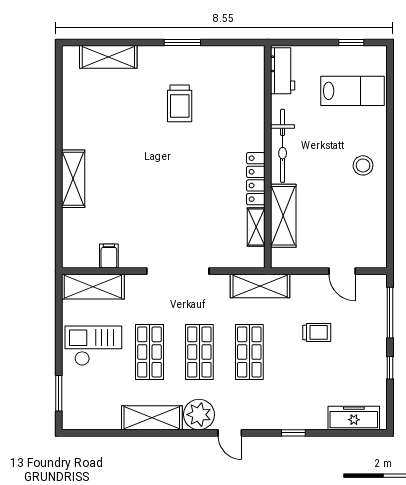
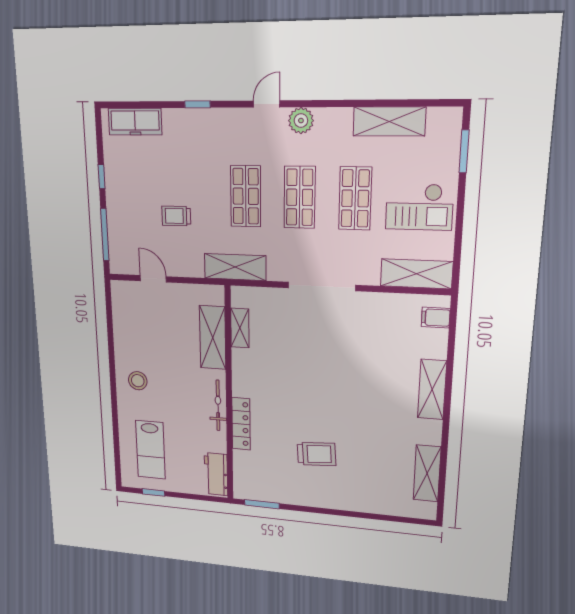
window: (182, 42) -> (262, 504), moved
shelving: (108, 57) -> (427, 473), moved, turned 90
lab bench: (353, 91) -> (150, 450), turned -90
trolley: (180, 103) -> (316, 454), turned 86
bicycle: (283, 146) -> (218, 405), width x0.73, depth x0.71
locker: (256, 179) -> (241, 424), moved
filing cabinet: (109, 256) -> (436, 318), moved, turned 90
plant: (199, 415) -> (301, 121), width x0.73, depth x0.73
shelving: (152, 418) -> (389, 121), moved
door: (230, 433) -> (267, 104), hinge flipped

